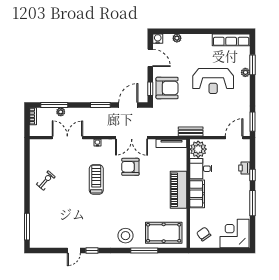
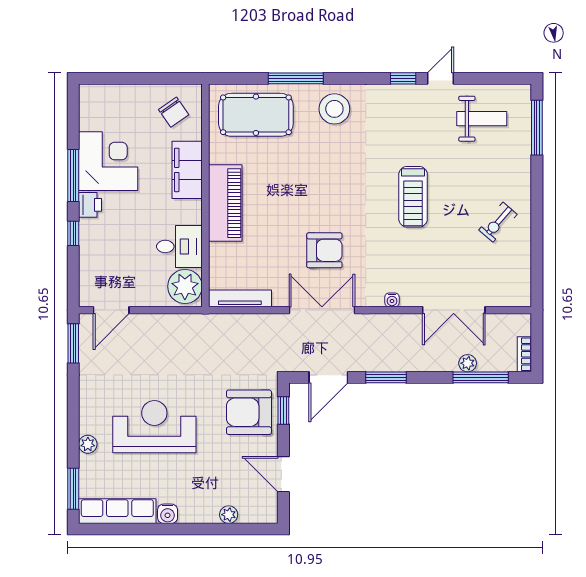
water cooler: (158, 39) -> (168, 514), moved
window: (253, 65) -> (73, 489), moved
bench: (191, 131) -> (201, 323), removed
printer: (244, 168) -> (90, 205), moved
treadmill: (96, 179) -> (413, 197), moved
filing cabinet: (197, 194) -> (187, 170), moved
weight bench: (54, 231) -> (482, 119), added
corner desk: (235, 233) -> (108, 161), moved, turned -90

